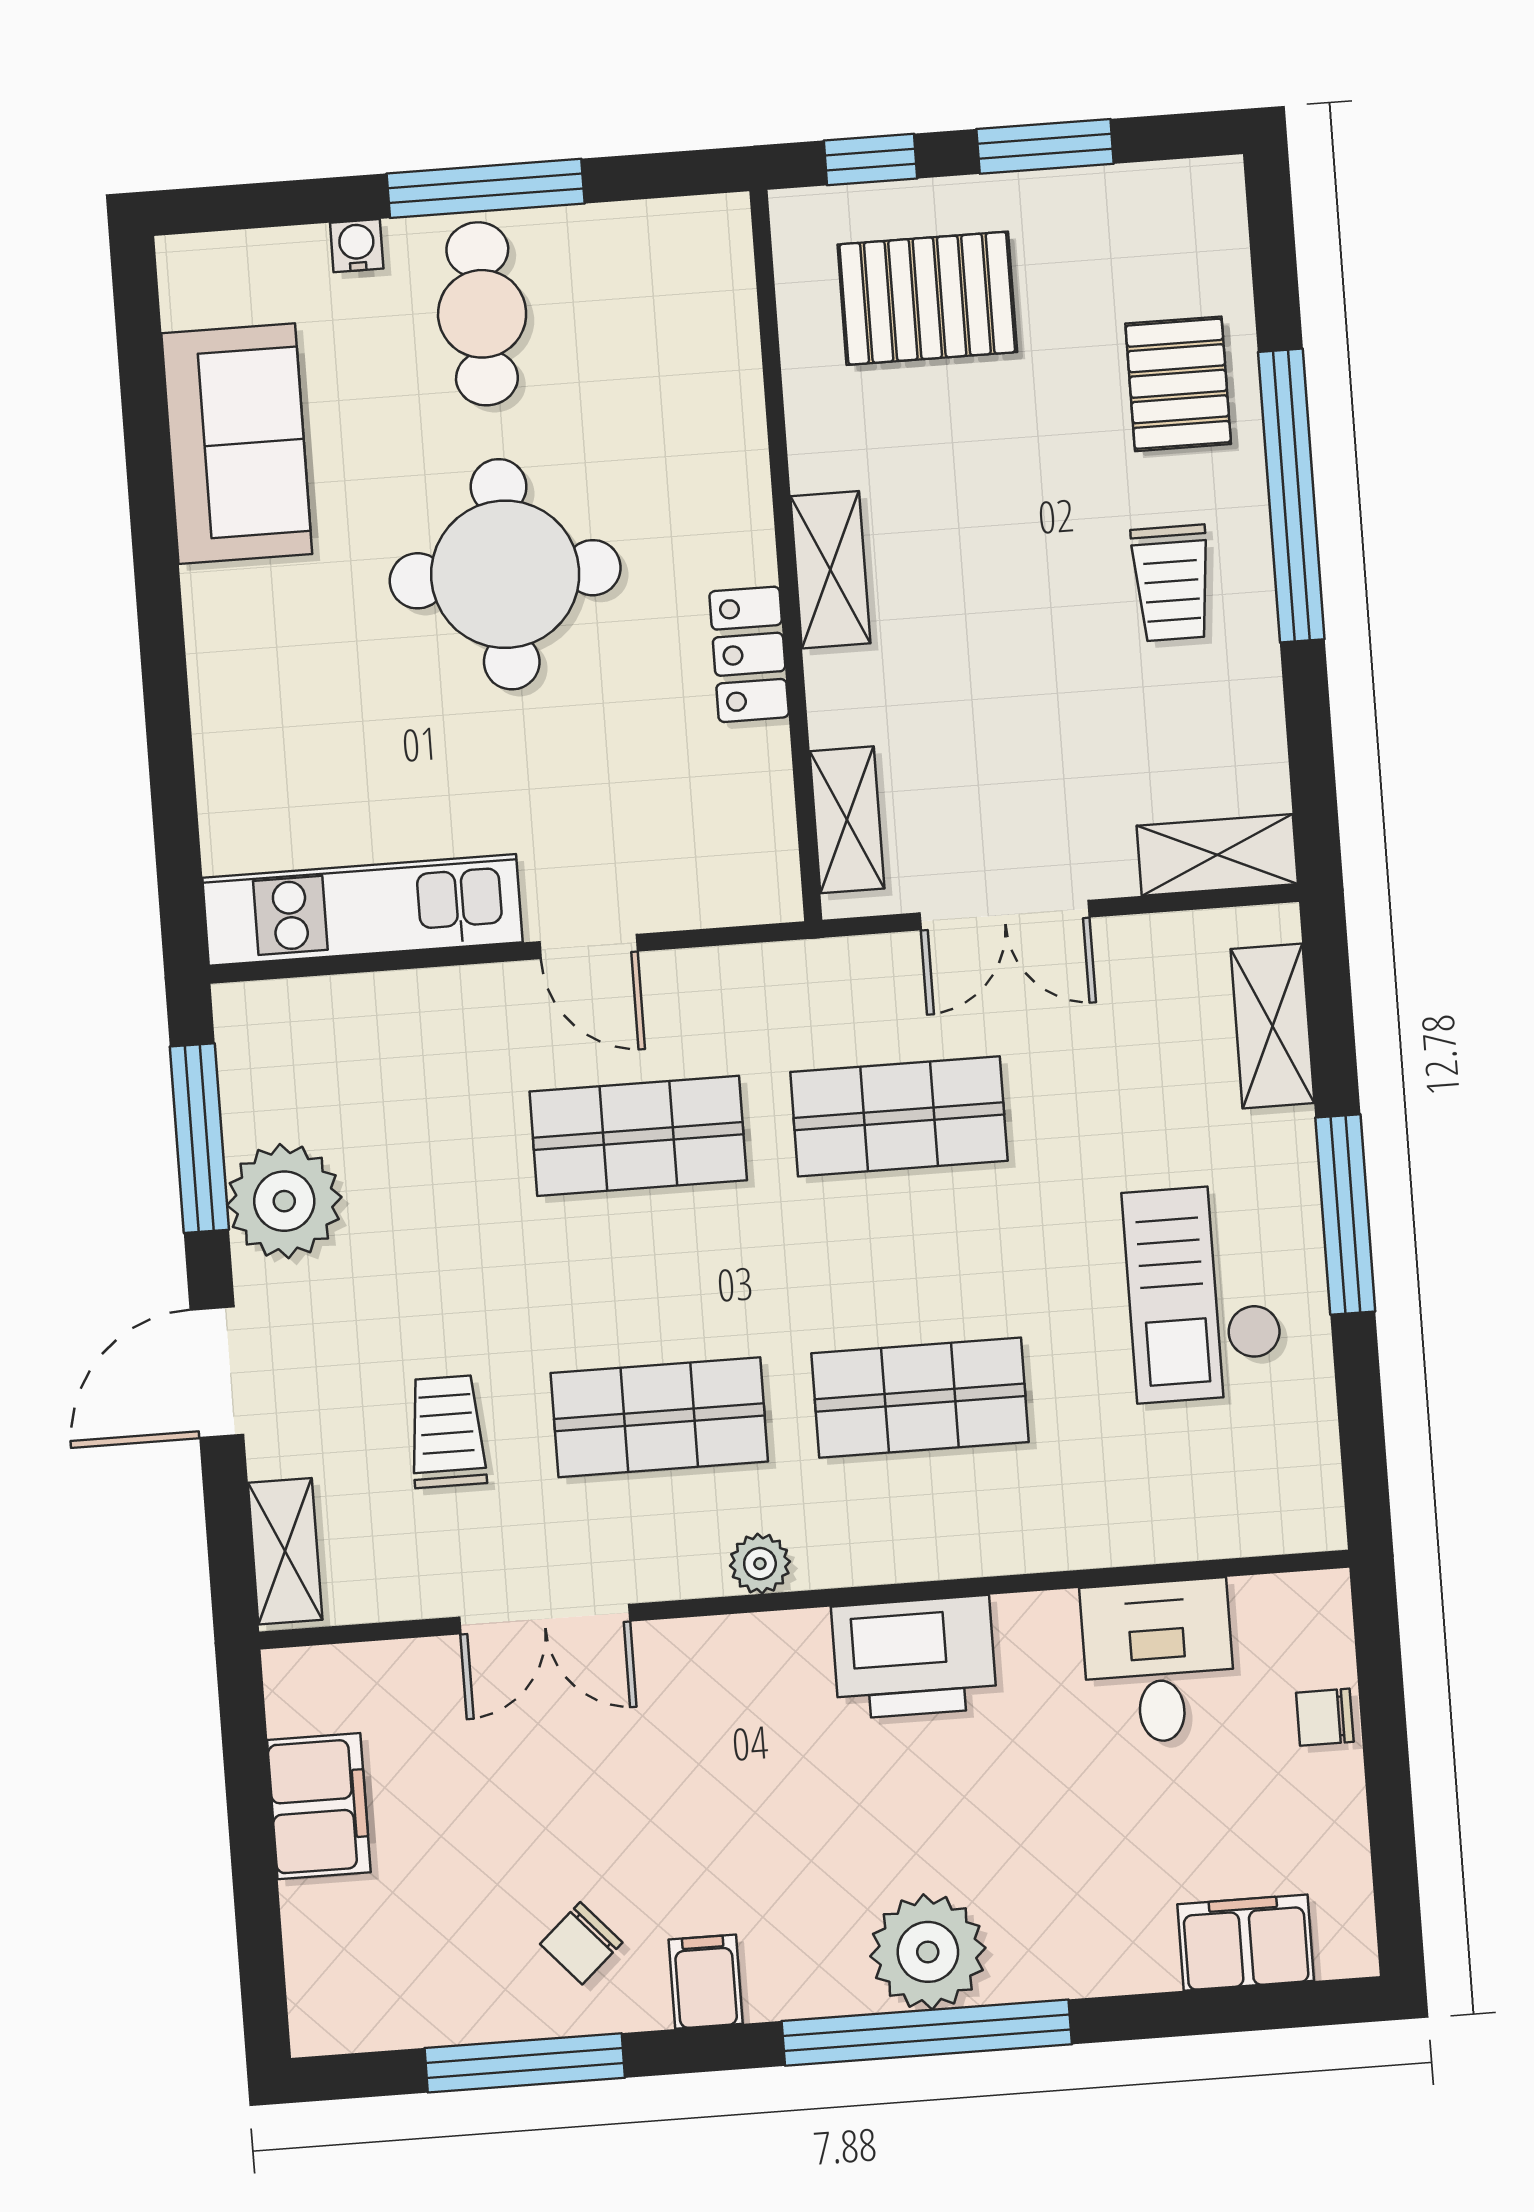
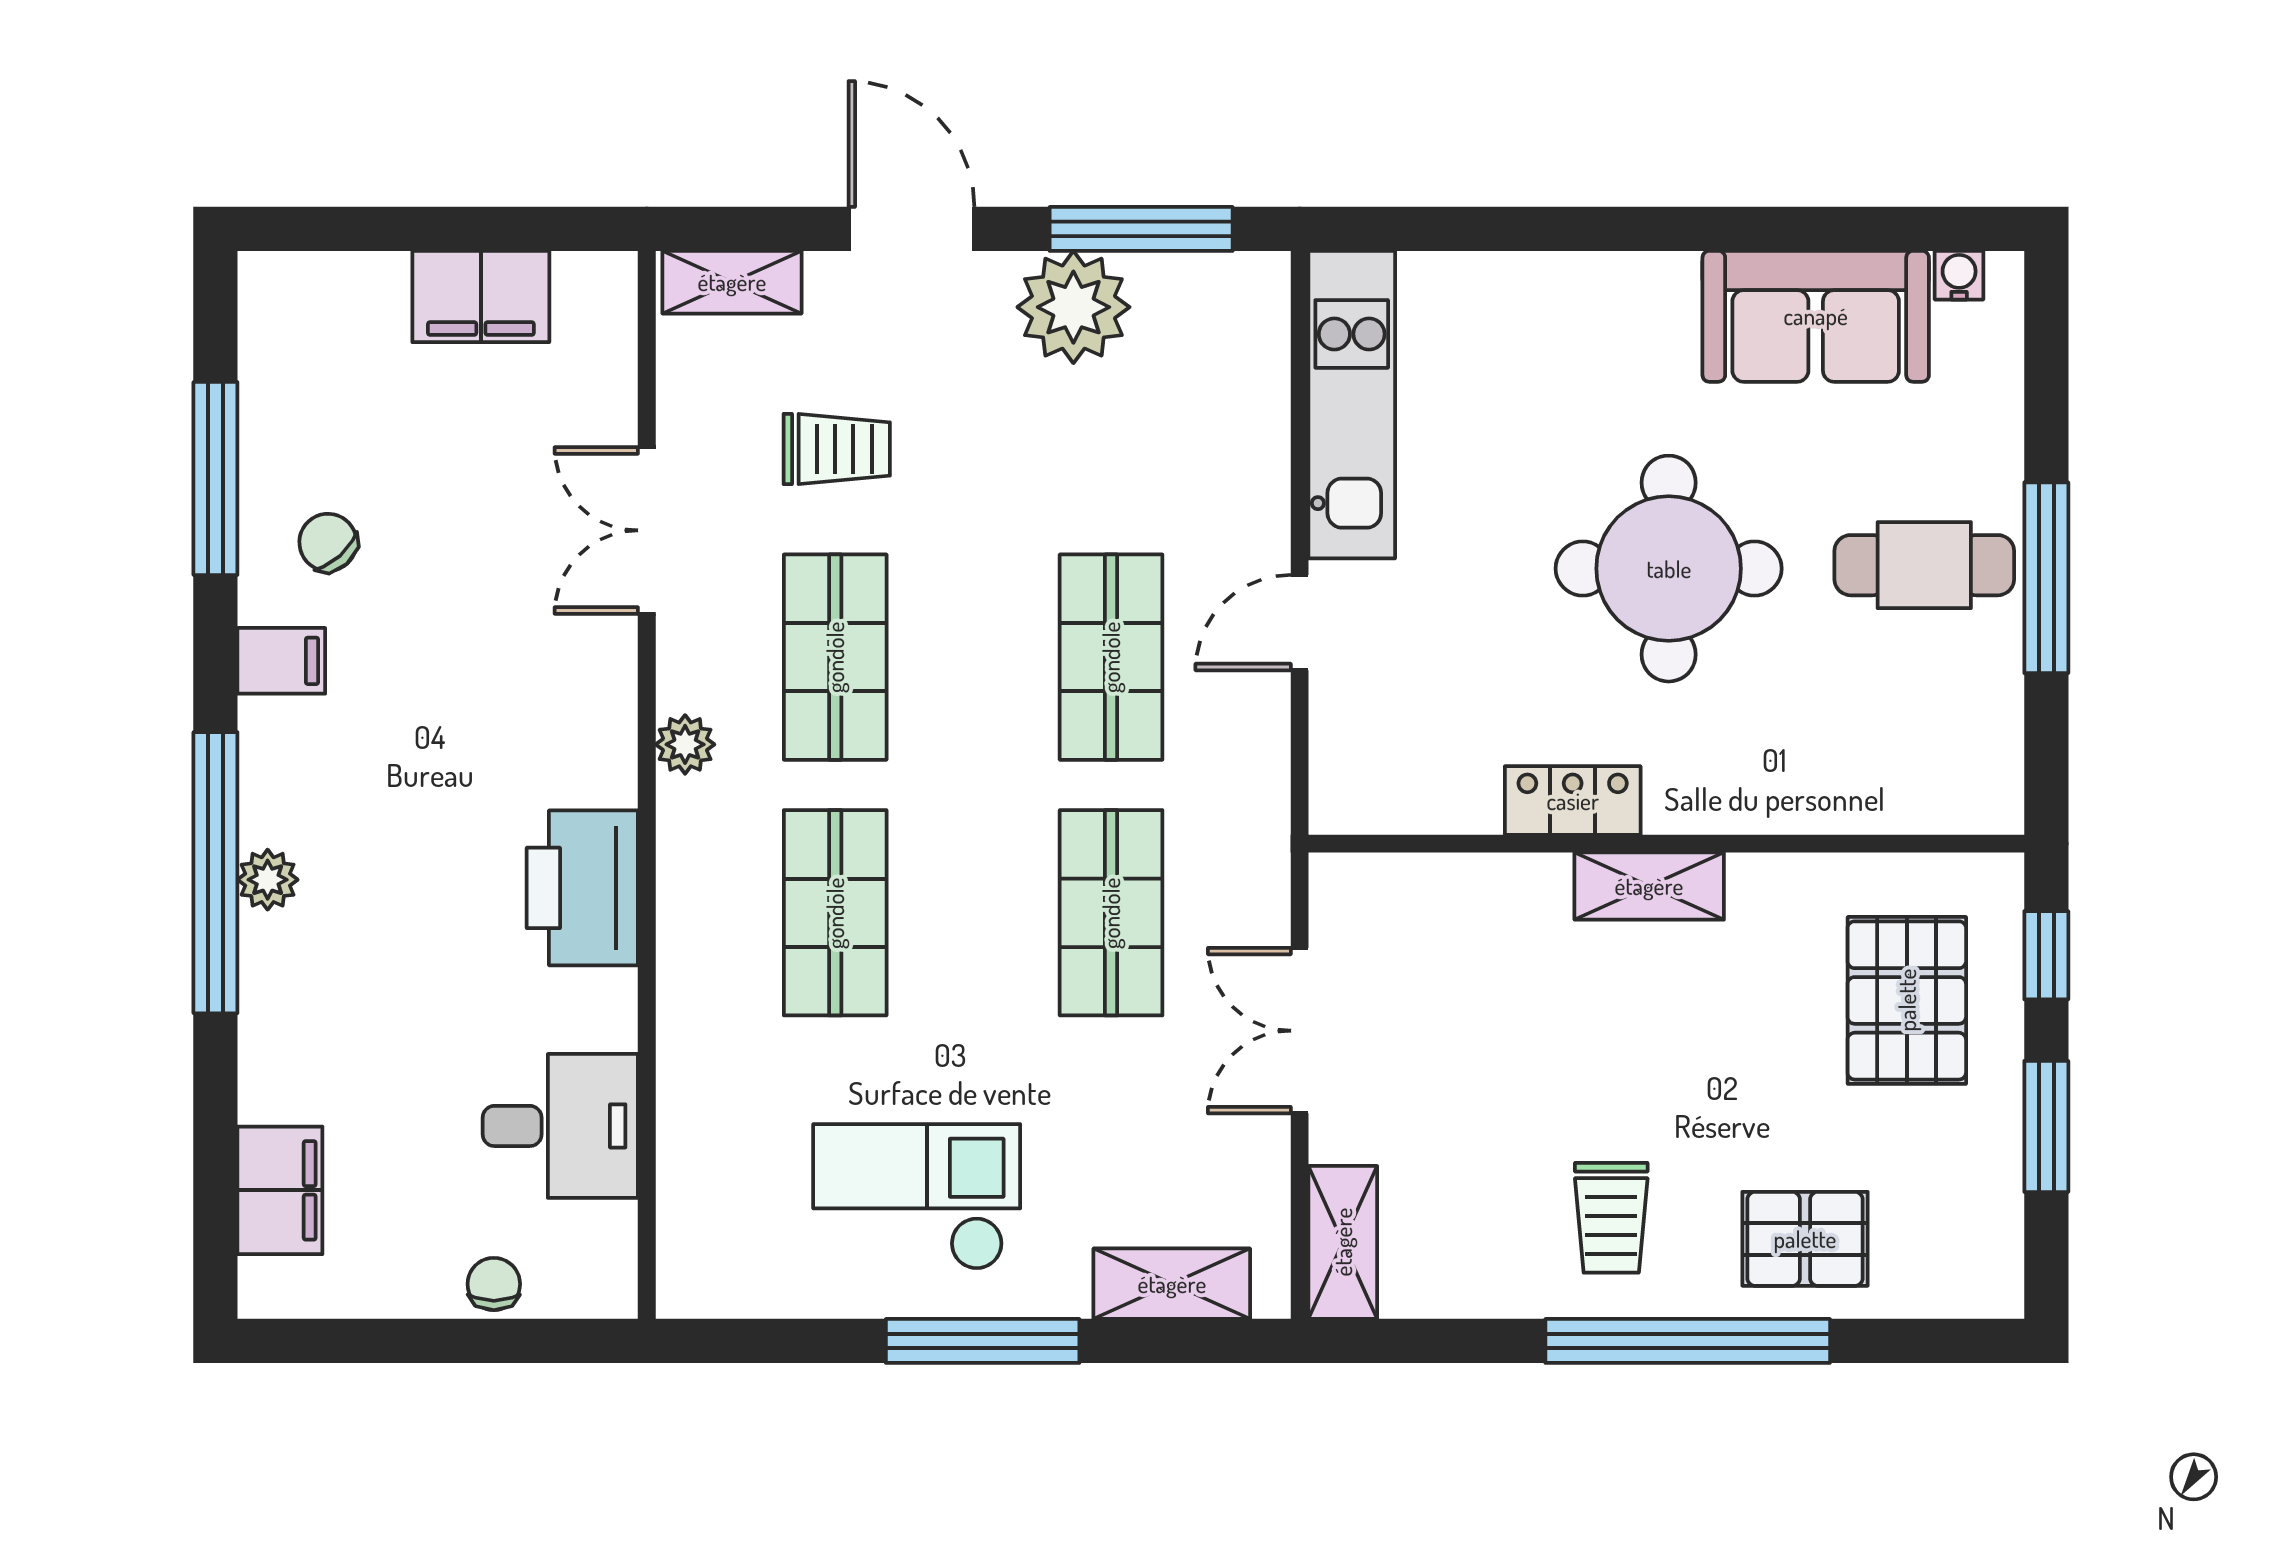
water cooler: (357, 246) -> (1959, 275), moved, turned -90
trolley: (1172, 583) -> (1611, 1218), turned -90
shelving: (847, 820) -> (1404, 884), removed
plant: (928, 1952) -> (268, 880), width x0.53, depth x0.53

